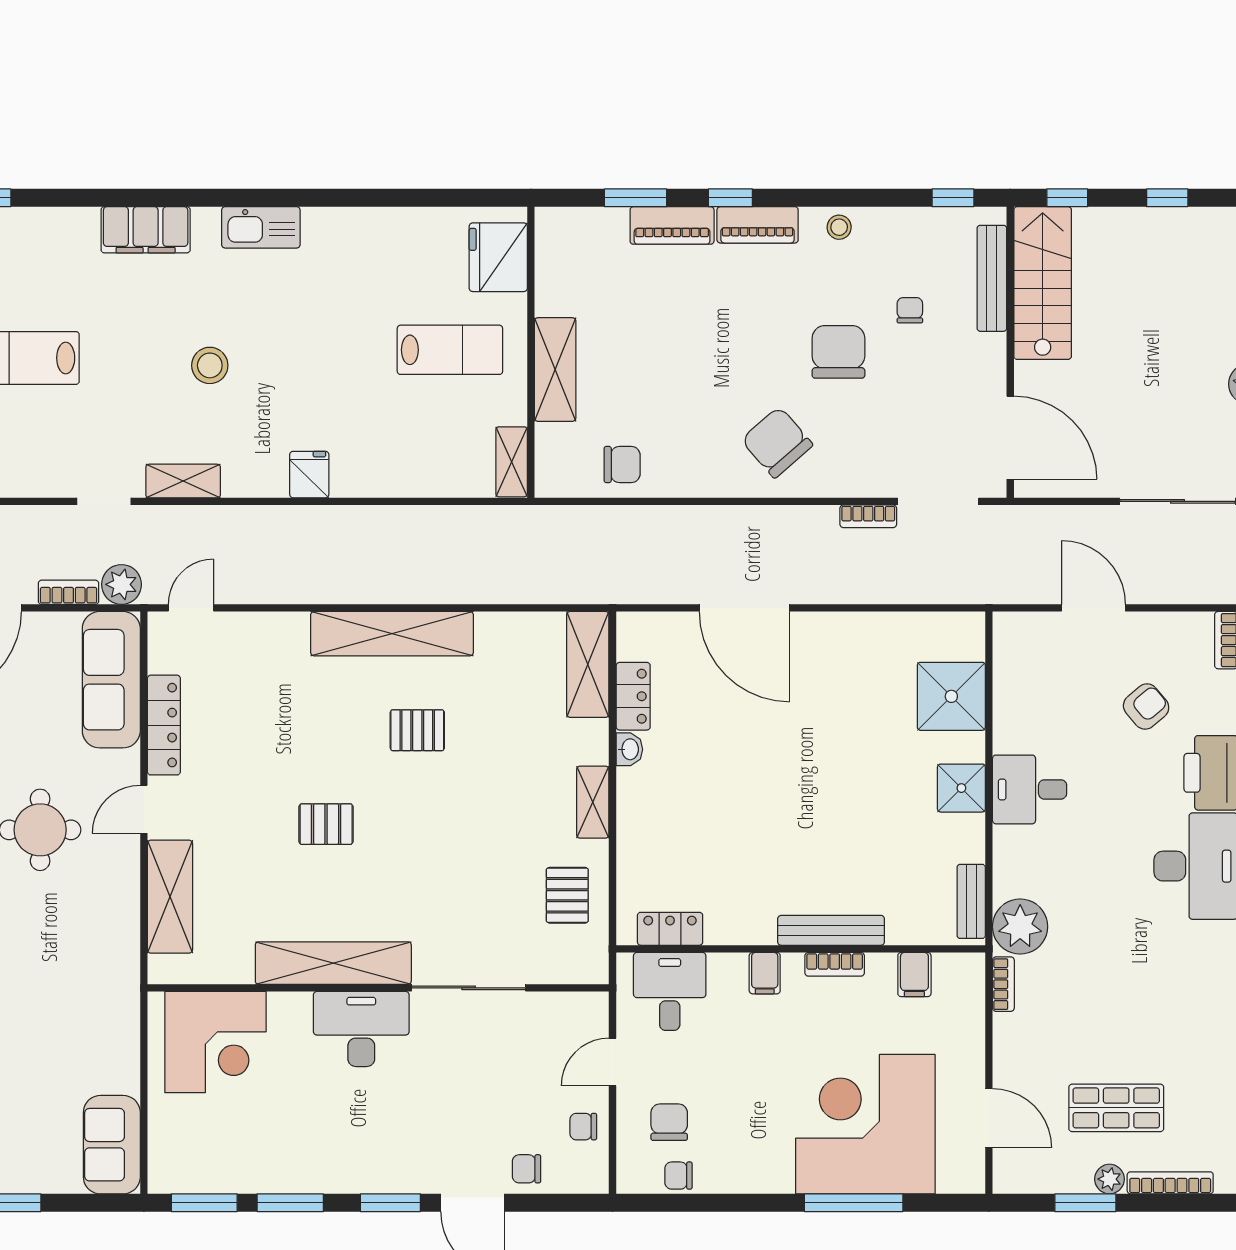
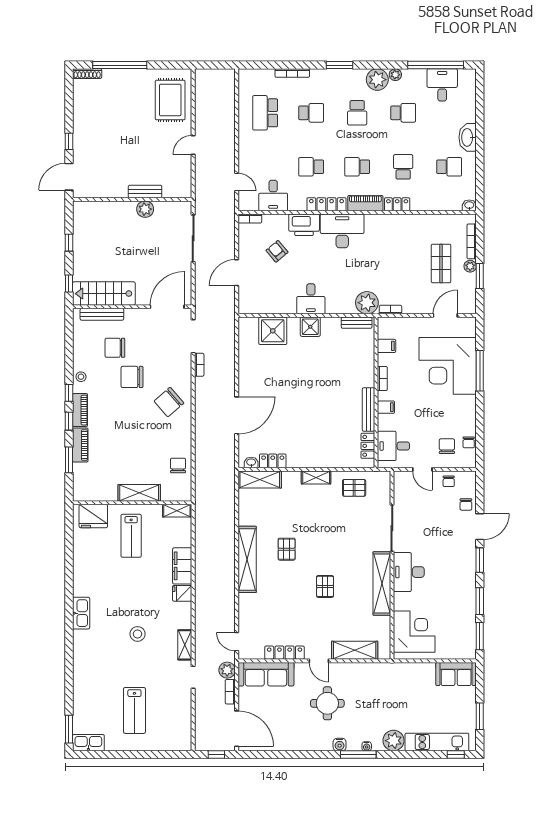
window: (953, 198) -> (69, 393), moved
filing cabinet: (146, 230) -> (182, 566), moved, turned 180
chair: (910, 310) -> (115, 348), width x1.87, depth x1.87
lab bench: (450, 350) -> (131, 536), turned 180
washbasin: (629, 749) -> (251, 462), moved
bench: (831, 930) -> (368, 409), moved
chair: (669, 1122) -> (447, 446), turned 90

